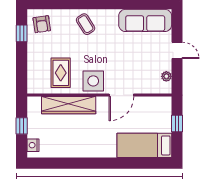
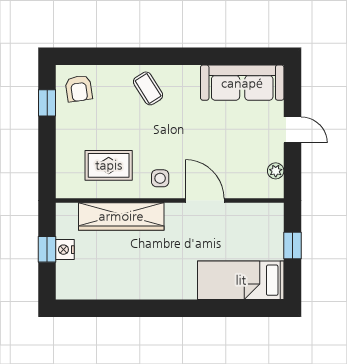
rug: (61, 73) -> (109, 165), turned 90
side table: (93, 81) -> (160, 178), width x0.54, depth x0.54
door: (121, 95) -> (205, 201), swing flipped
nightstand: (33, 145) -> (65, 250), moved

